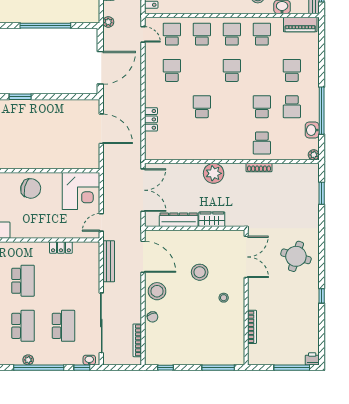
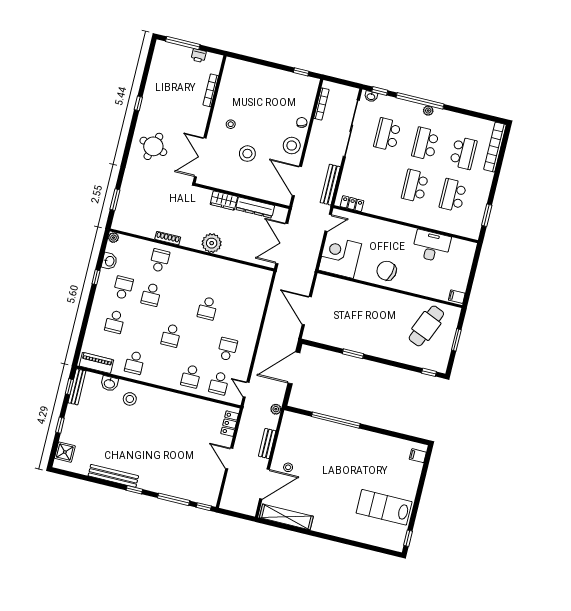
school desk: (232, 34) -> (163, 369), removed
school desk: (172, 70) -> (227, 349), turned 180
window: (20, 97) -> (353, 354), moved
window: (322, 111) -> (96, 277), width x0.32
locker: (151, 119) -> (258, 308), removed
locker: (61, 248) -> (352, 204), moved
printer: (312, 359) -> (199, 56), moved
window: (218, 368) -> (252, 60), removed

